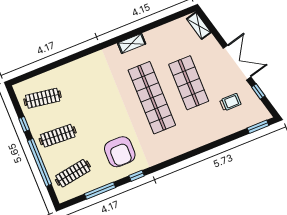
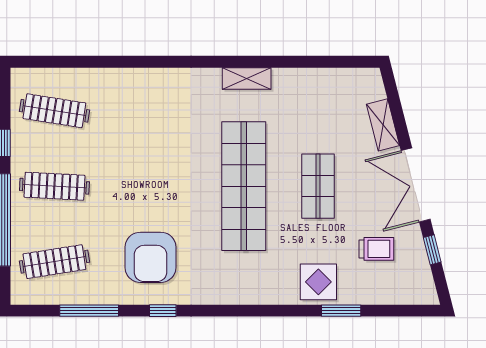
shelving: (199, 26) -> (383, 125), moved
double door: (237, 63) -> (416, 185), swing flipped
shop shelf: (189, 83) -> (318, 186), width x0.70, depth x0.74
window: (258, 127) -> (341, 311), moved
display table: (208, 130) -> (318, 282), added

